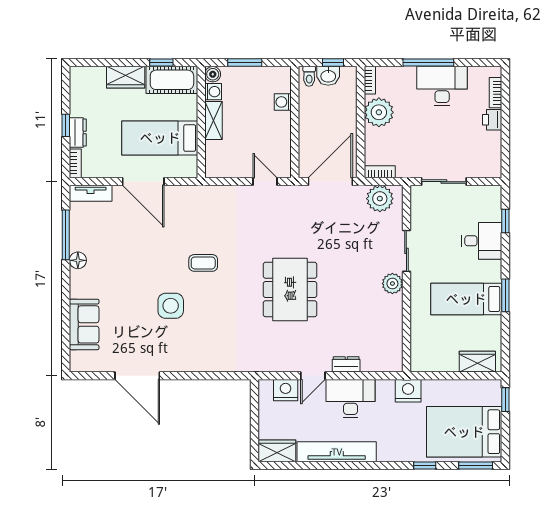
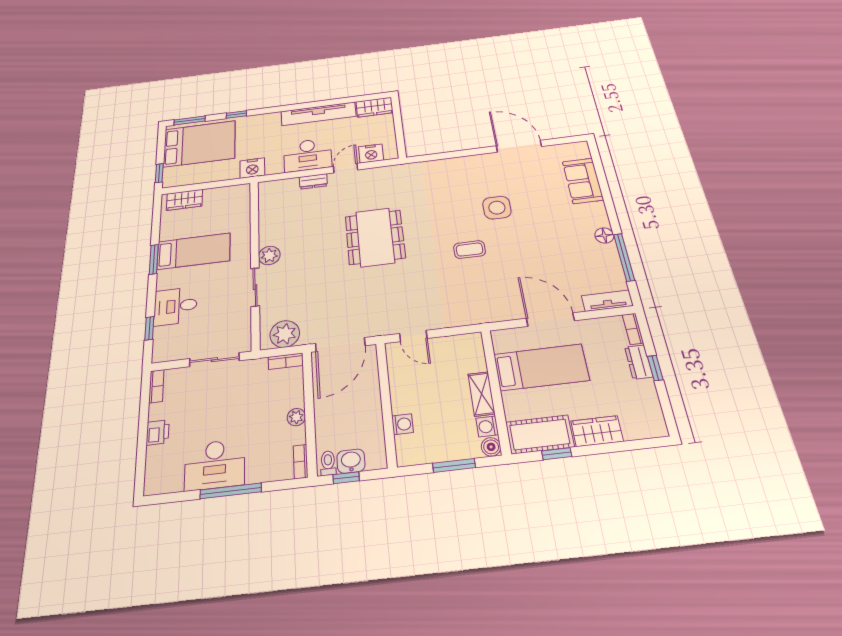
toilet: (309, 76) -> (328, 463), moved
bookcase: (496, 93) -> (156, 386), moved
plant: (379, 112) -> (296, 417), width x0.53, depth x0.53

